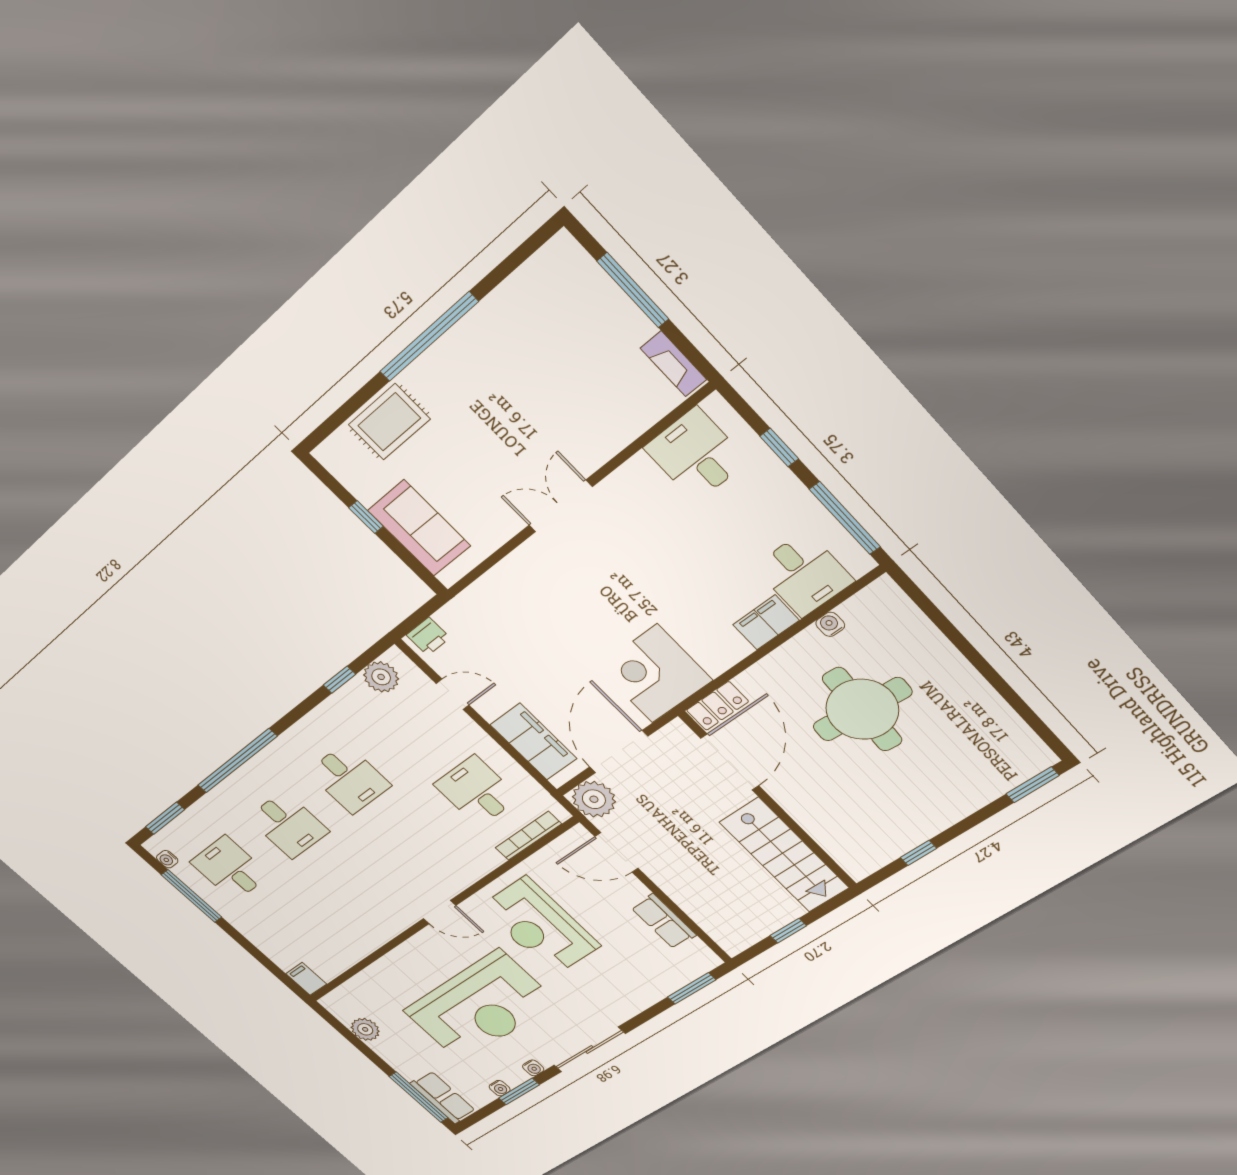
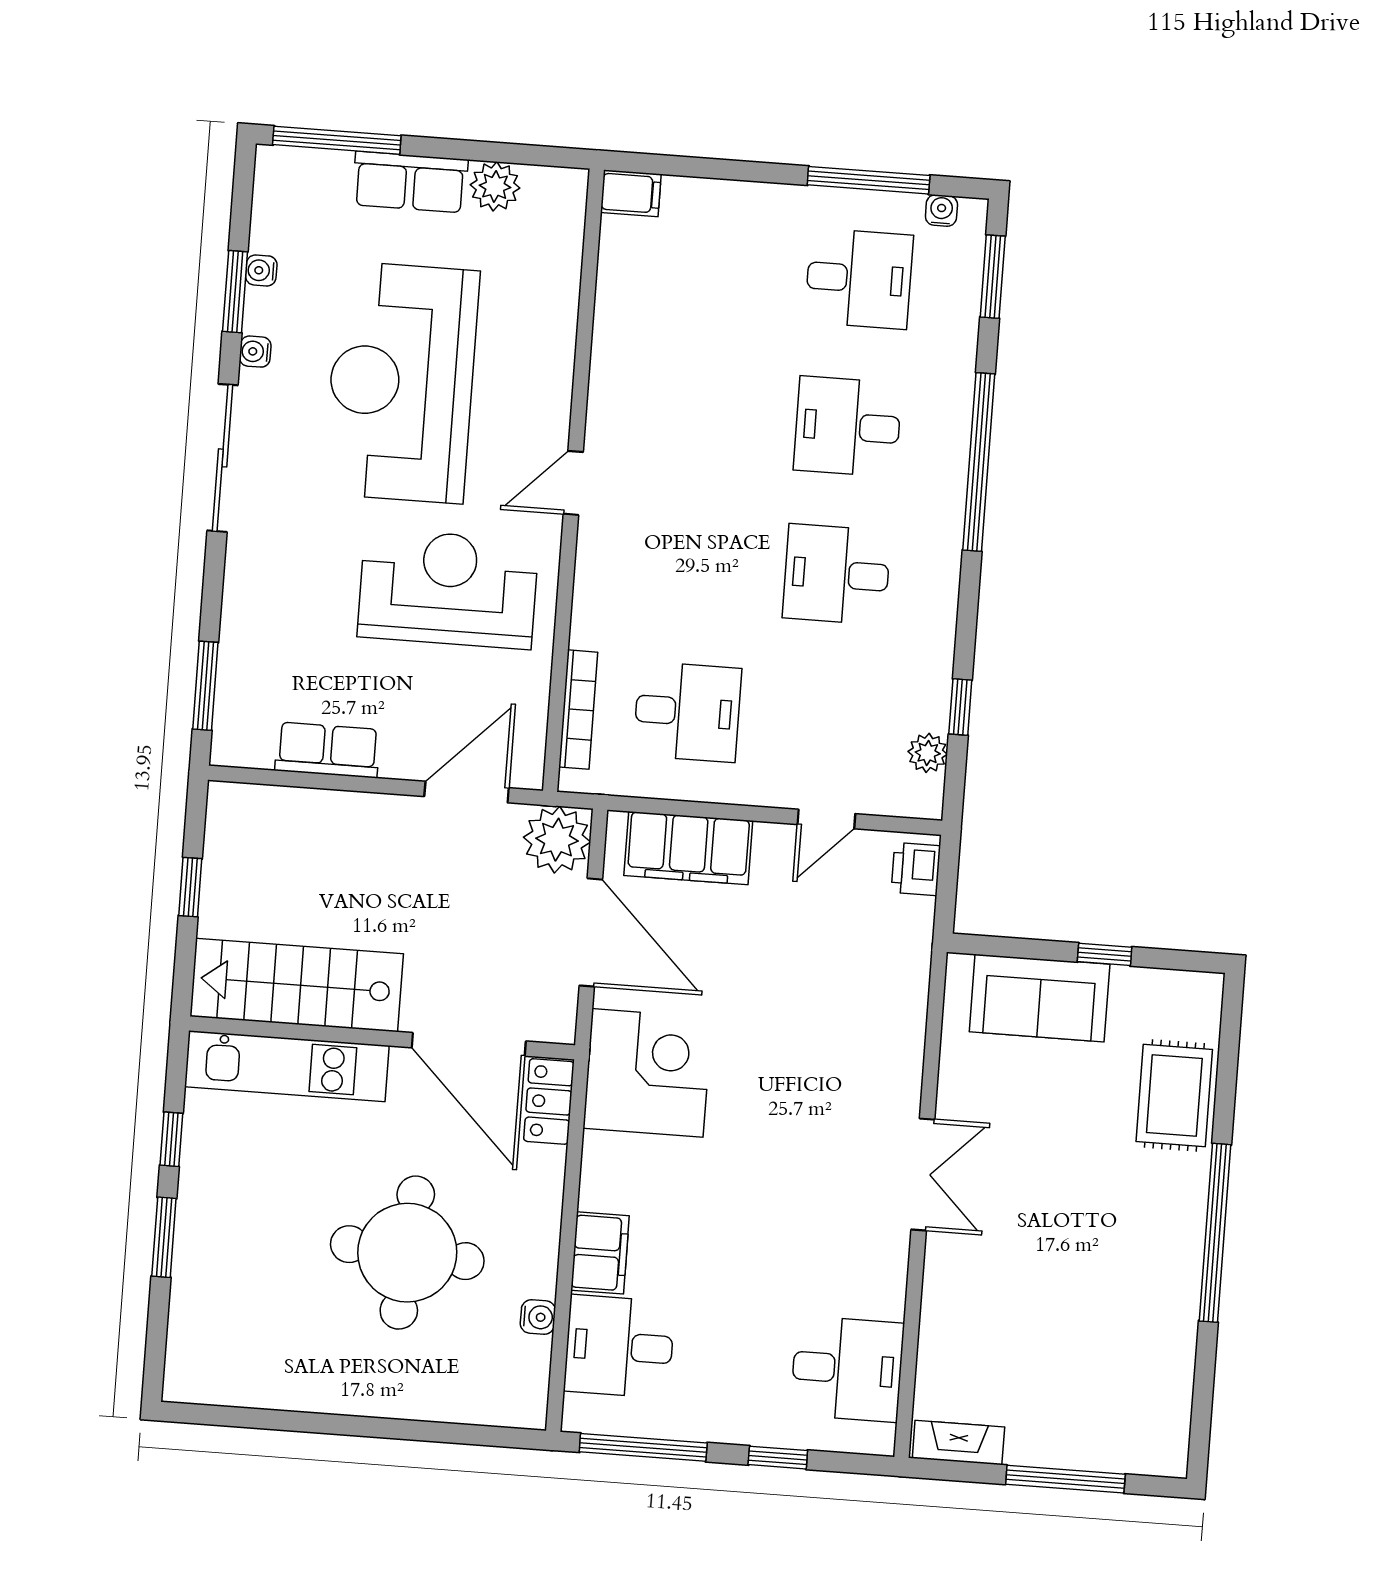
plant: (381, 677) -> (928, 753), width x0.73, depth x0.73
window: (1033, 785) -> (164, 1237), moved
kitchen unit: (828, 831) -> (287, 1066), added
row of seats: (443, 1097) -> (410, 182), moved

